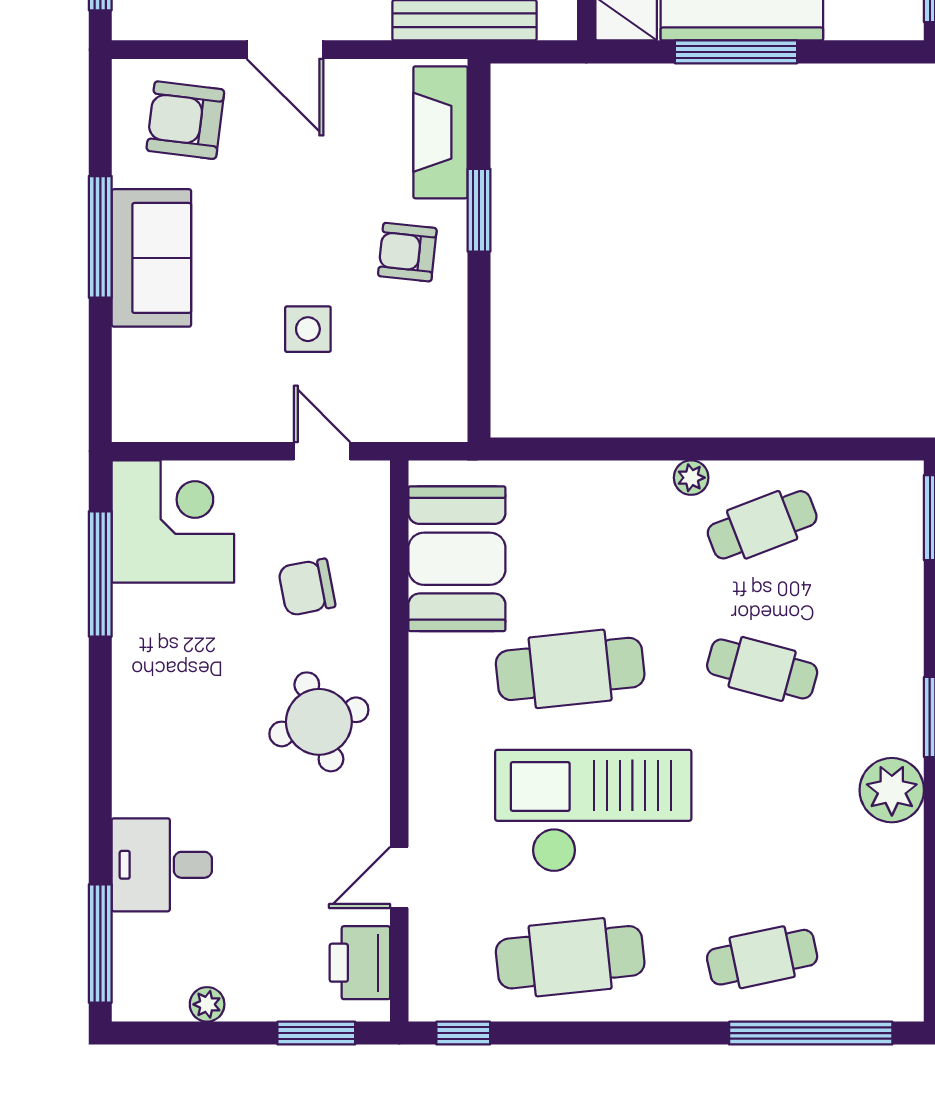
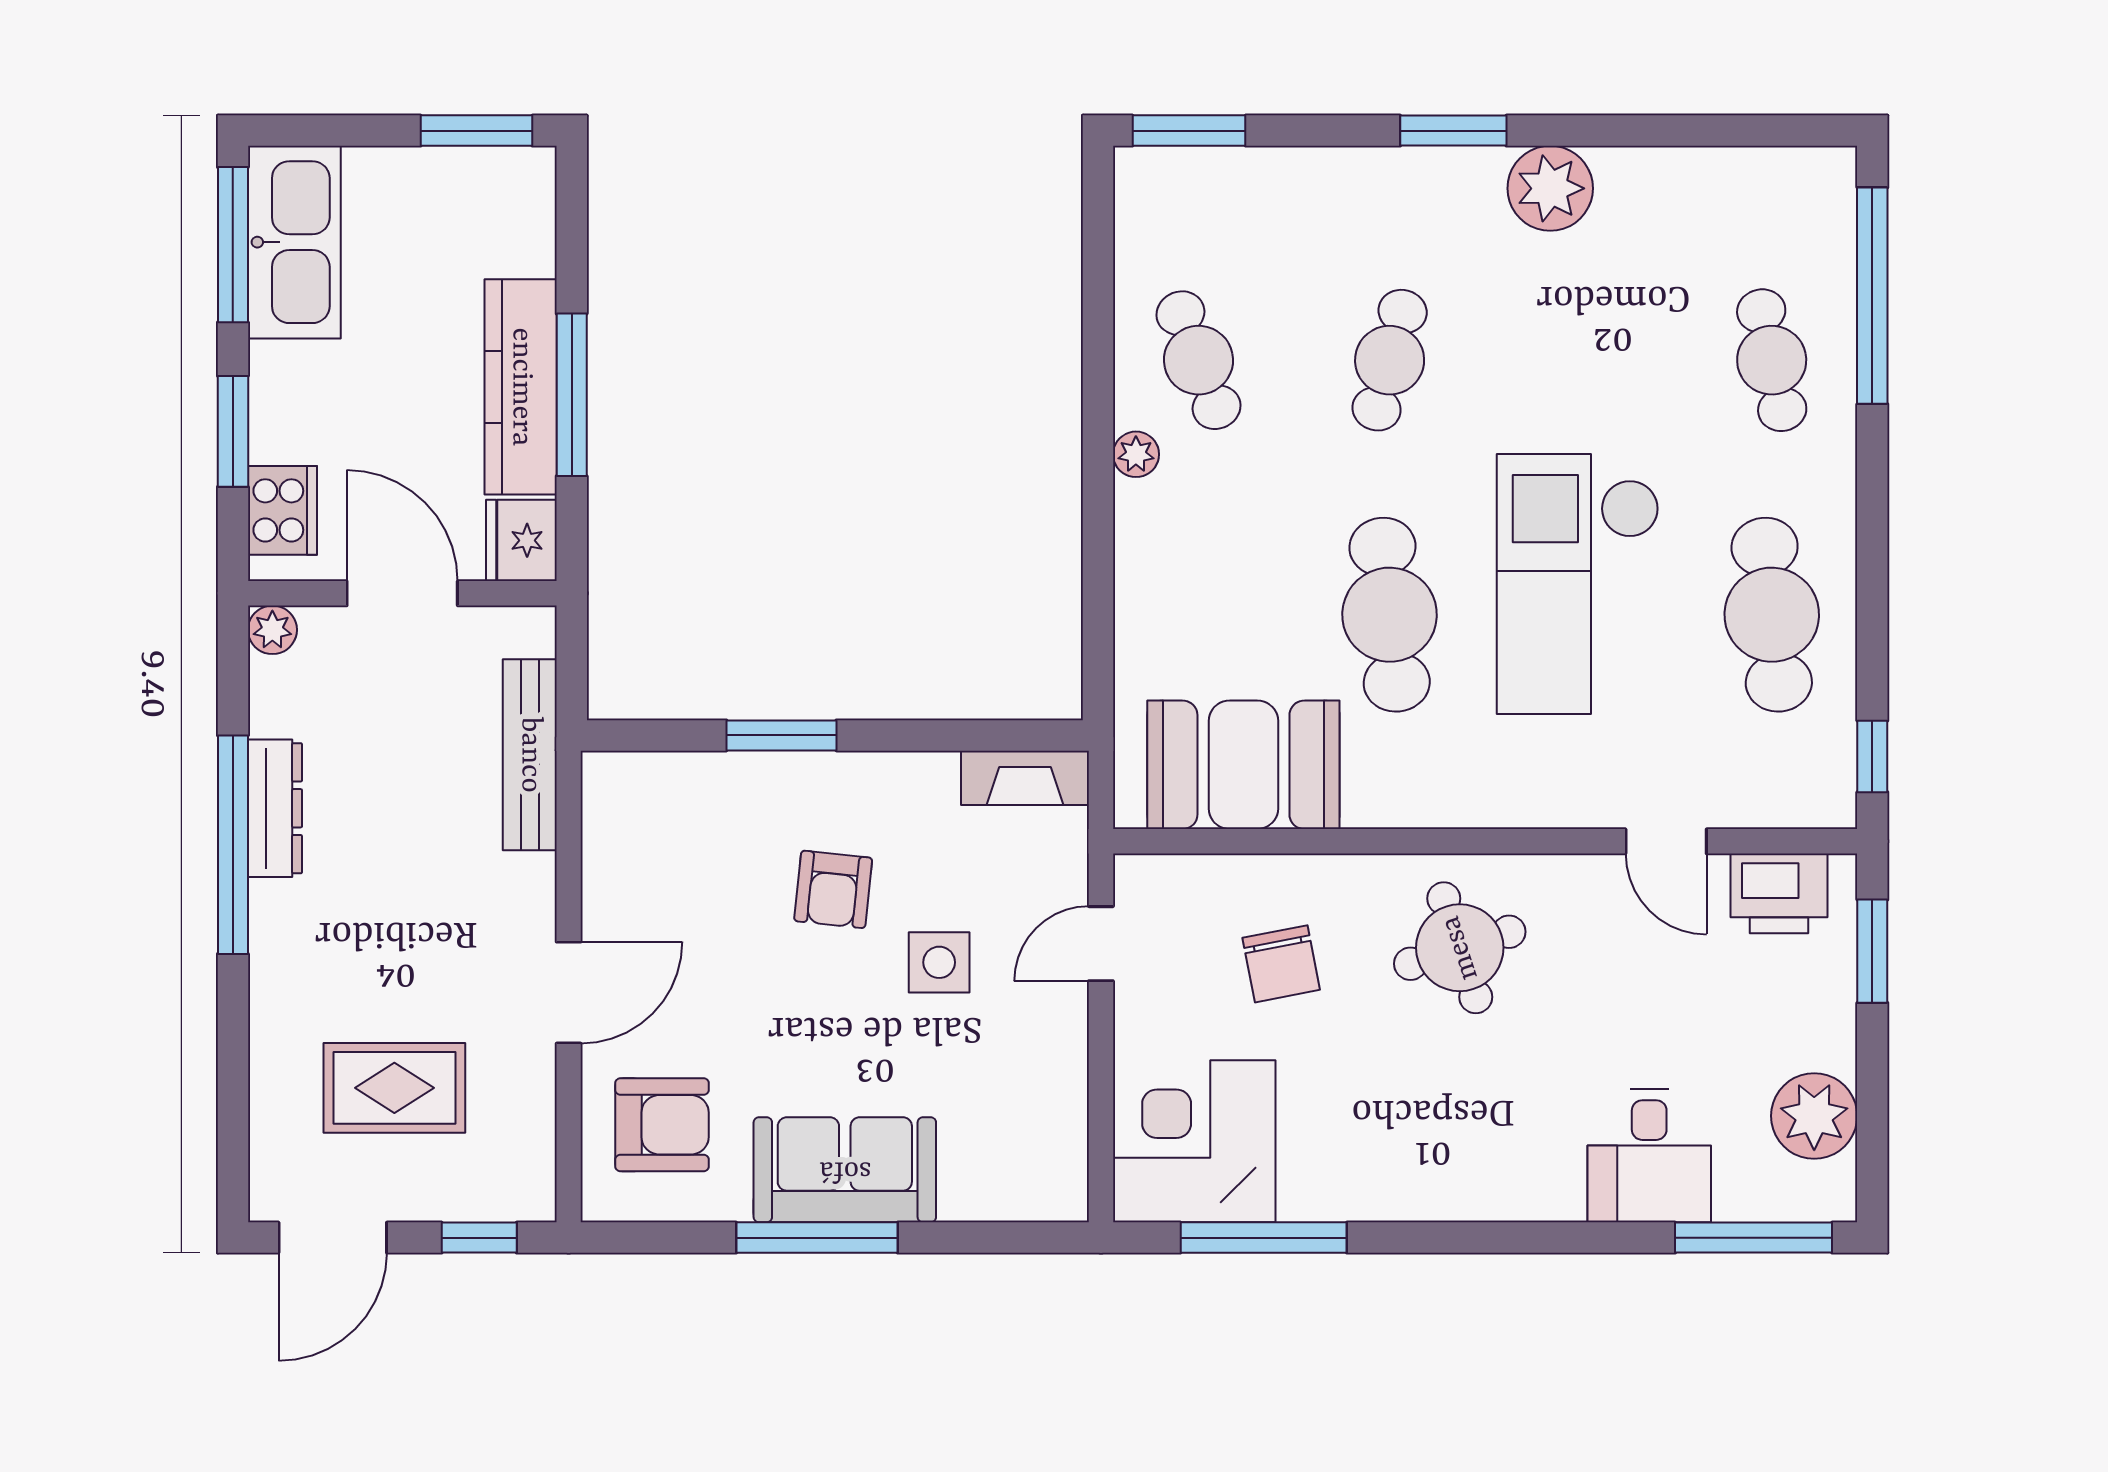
armchair: (185, 120) -> (662, 1125), turned -97
fireplace: (440, 132) -> (1025, 778), moved, width x0.73, depth x0.76
armchair: (407, 252) -> (833, 889), moved
plant: (207, 1004) -> (1814, 1116), width x1.88, depth x1.88

